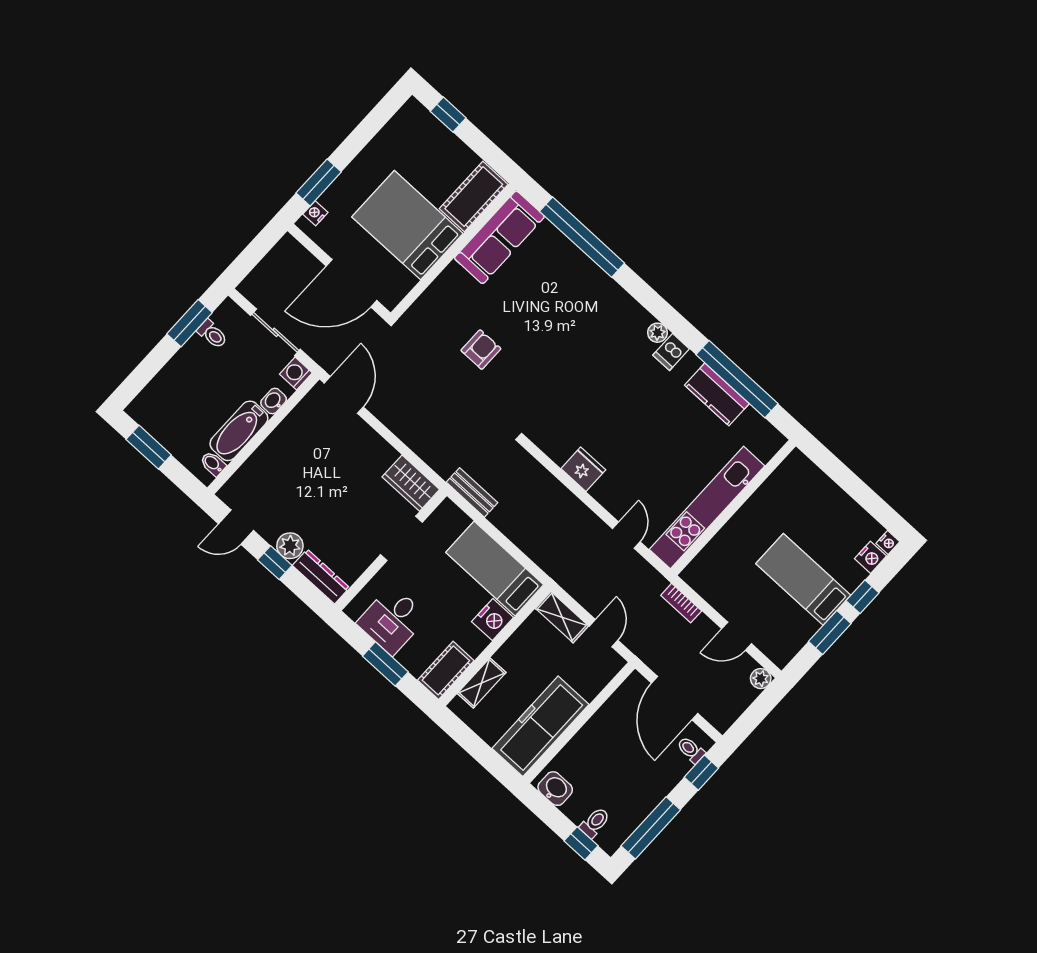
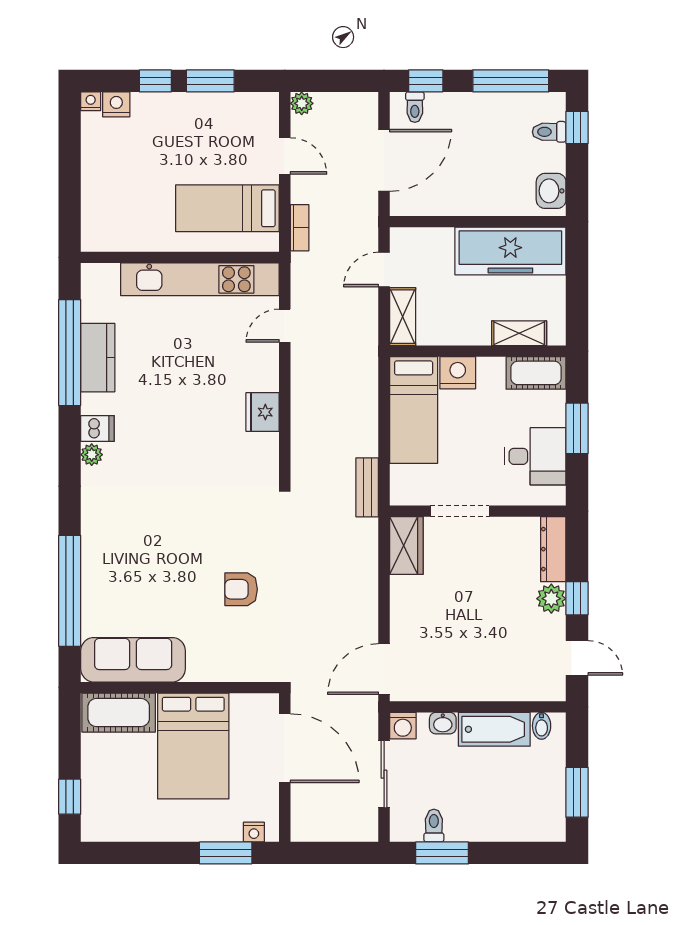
bed: (803, 579) -> (227, 208), moved, turned 90

